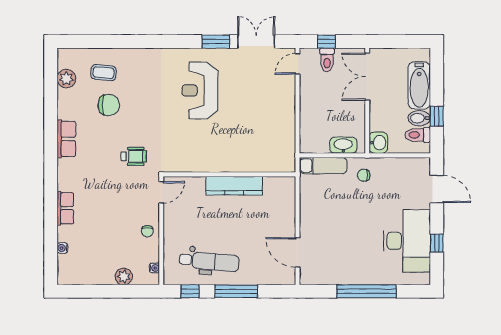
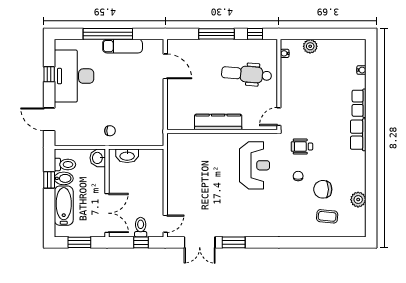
window: (400, 42) -> (79, 242), added
plant: (66, 79) -> (358, 200), moved
reception desk: (200, 90) -> (255, 165), moved
row of seats: (66, 139) -> (358, 135), moved
exam couch: (323, 166) -> (123, 46), moved, turned 180
chair: (147, 231) -> (298, 176), moved
dental chair: (209, 261) -> (247, 74), moved

